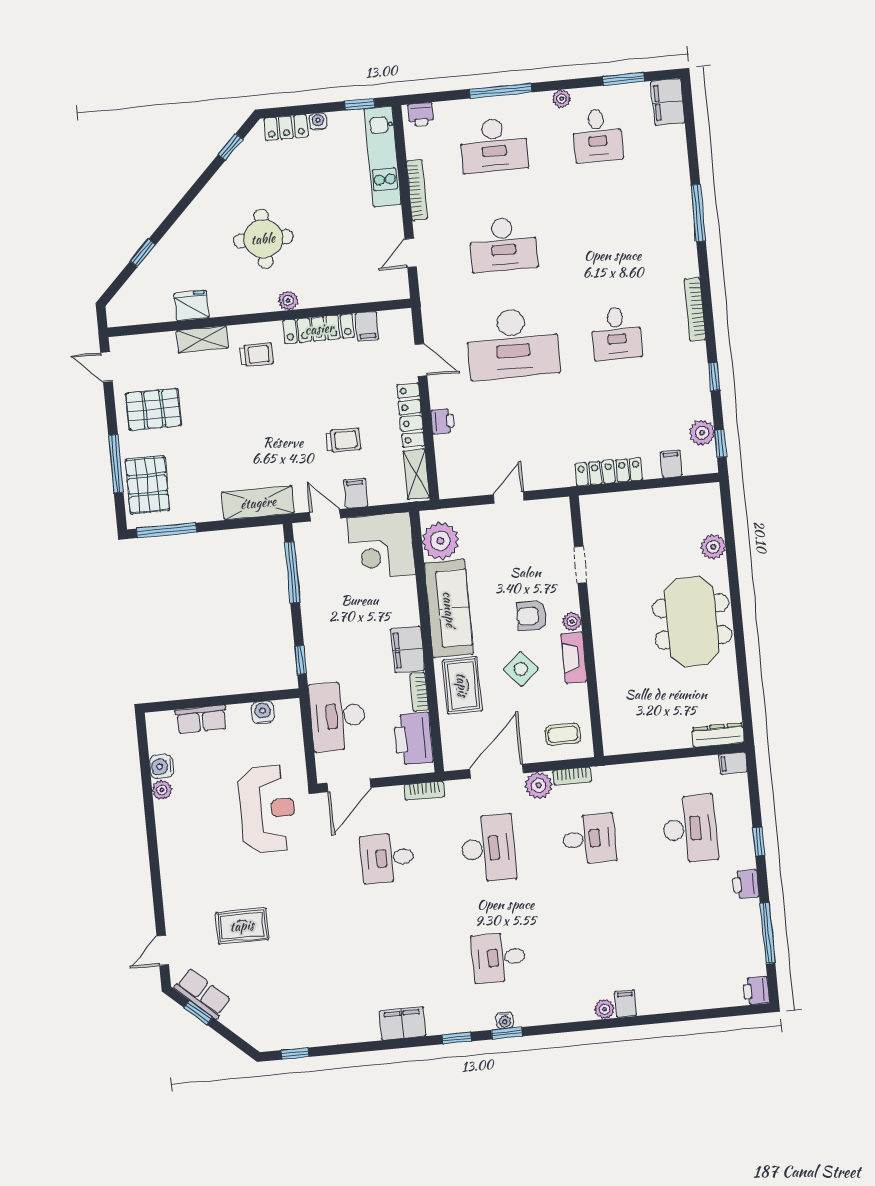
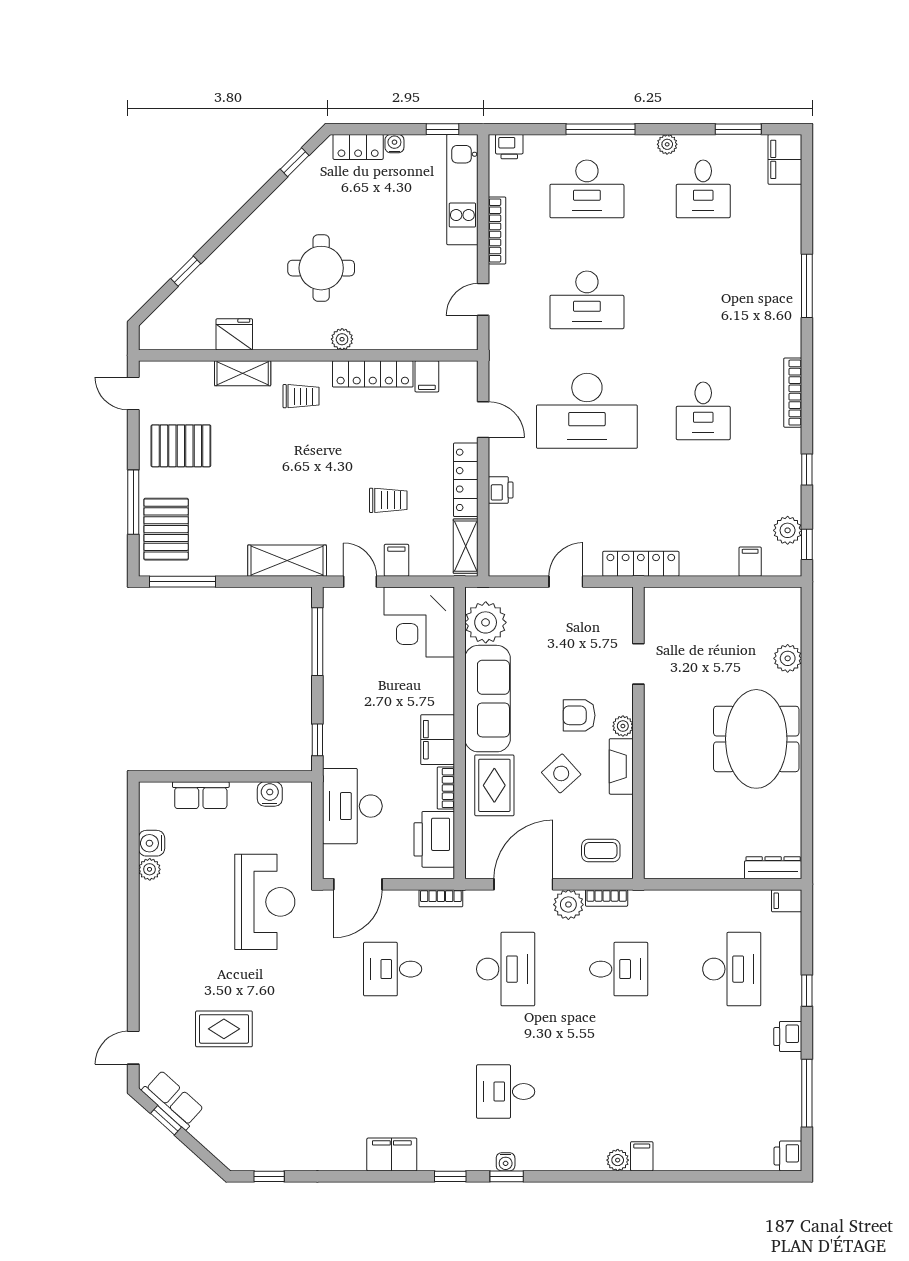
locker: (609, 472) -> (641, 564), moved

